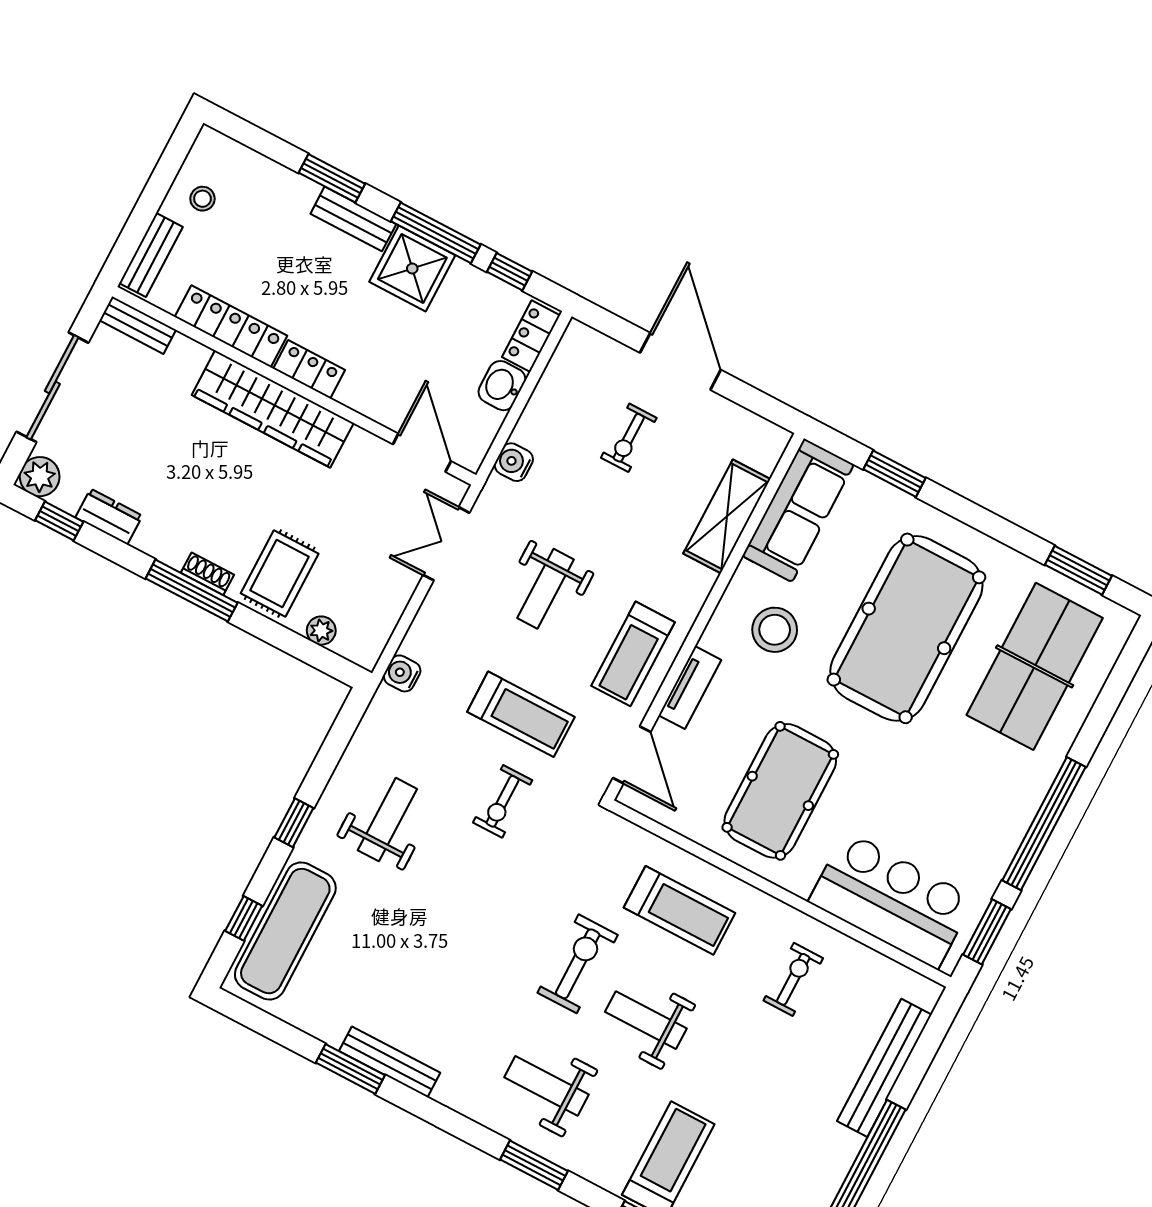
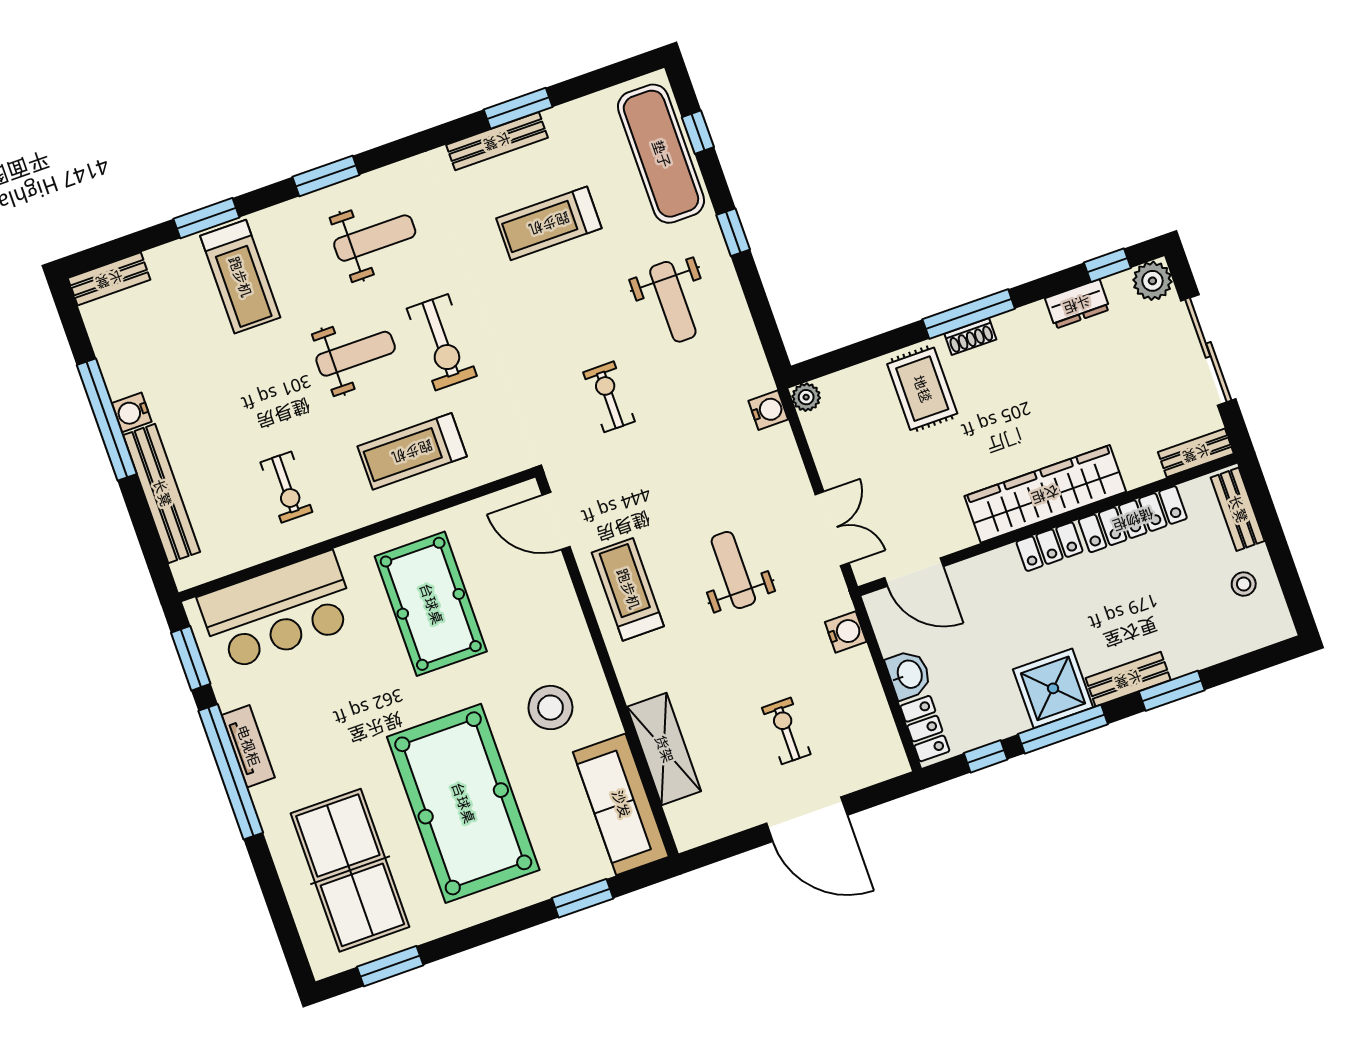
plant: (321, 631) -> (806, 397), moved
tv unit: (690, 688) -> (248, 746), moved, turned 180
treadmill: (521, 714) -> (549, 223), moved
water cooler: (845, 1146) -> (132, 412), added

